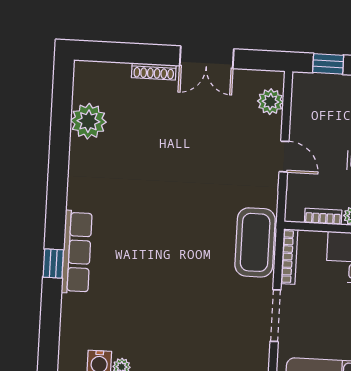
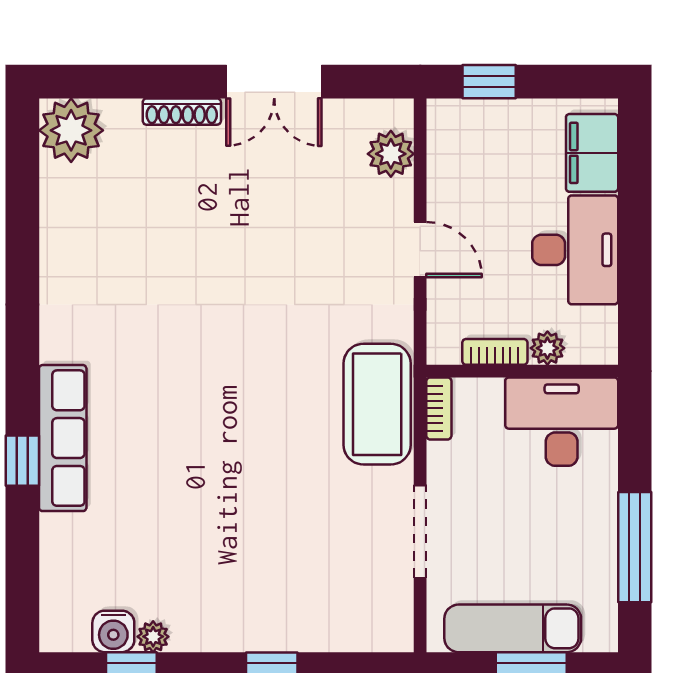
plant: (88, 121) -> (71, 130), moved
bookcase: (289, 257) -> (439, 408), width x0.64

